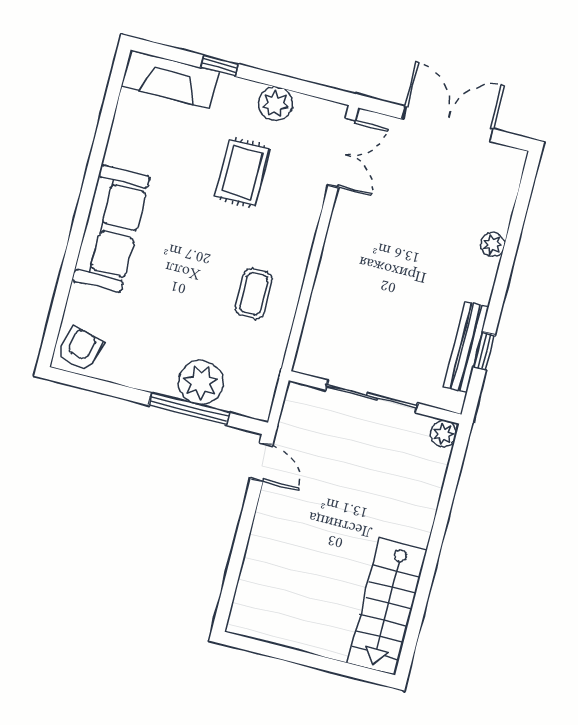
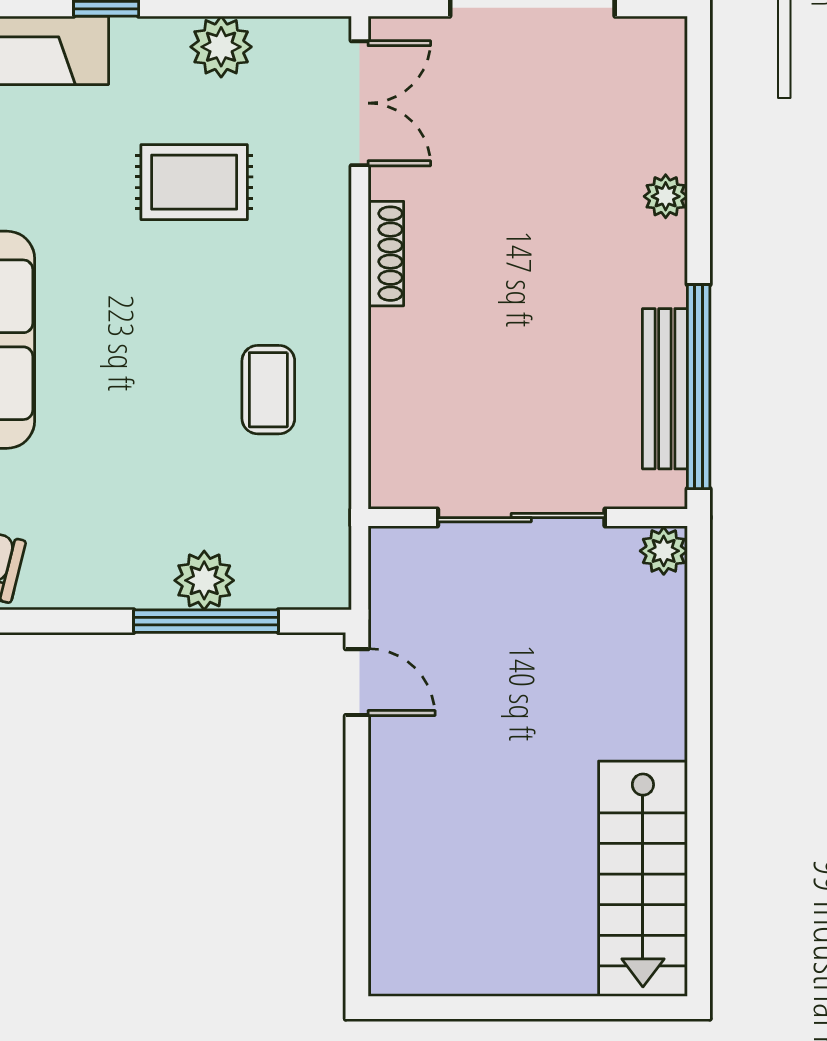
rug: (242, 173) -> (194, 182), turned 90
shoe rack: (335, 237) -> (386, 254), added
window: (484, 351) -> (699, 387), width x3.17
plant: (201, 383) -> (204, 580), width x0.73, depth x0.73

